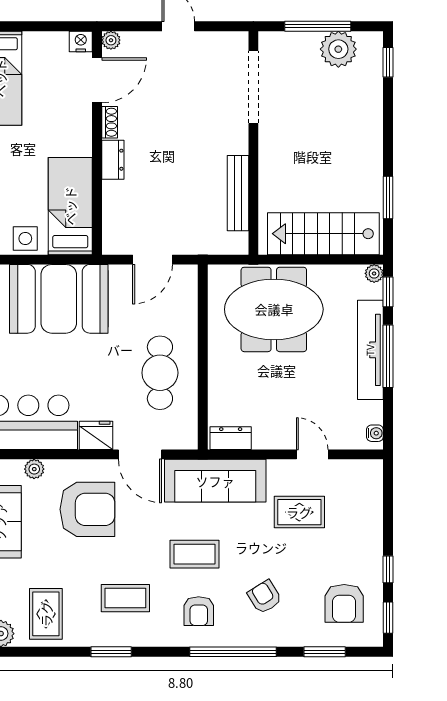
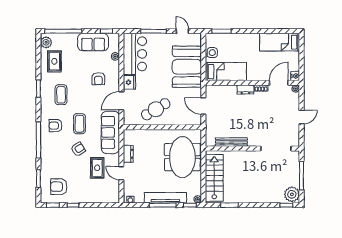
plant: (338, 49) -> (292, 194), moved
door: (97, 80) -> (279, 83), swing flipped
cafe table: (160, 373) -> (156, 109), turned -31
dresser: (231, 438) -> (128, 154), moved
door: (312, 454) -> (121, 173), swing flipped
armchair: (87, 509) -> (98, 79), width x0.53, depth x0.53
armchair: (265, 597) -> (78, 149), moved
rug: (46, 614) -> (54, 61), turned 90

